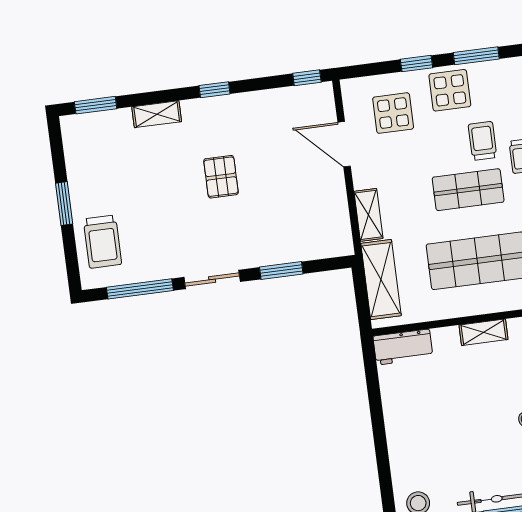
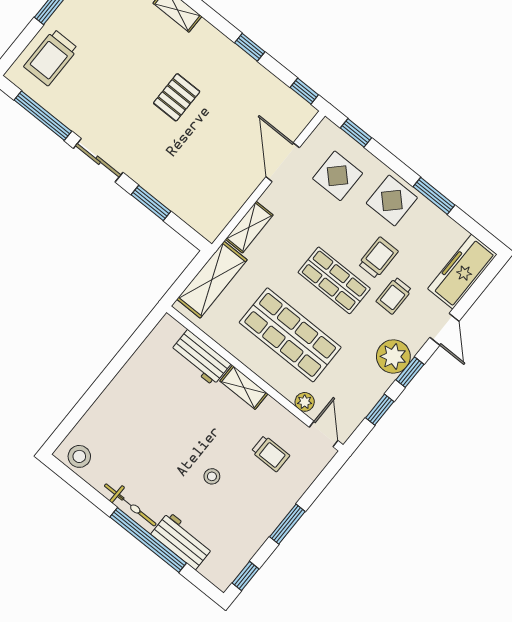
window: (417, 64) -> (356, 133), moved
window: (215, 90) -> (250, 47), moved
workbench: (403, 347) -> (200, 358), moved

